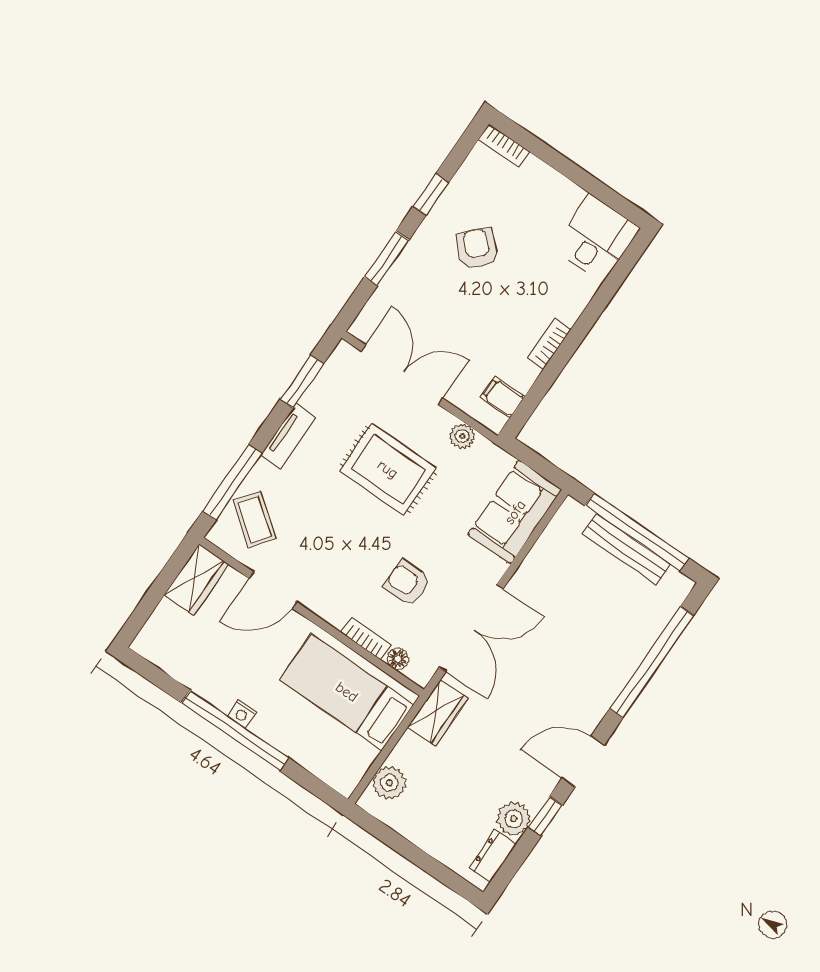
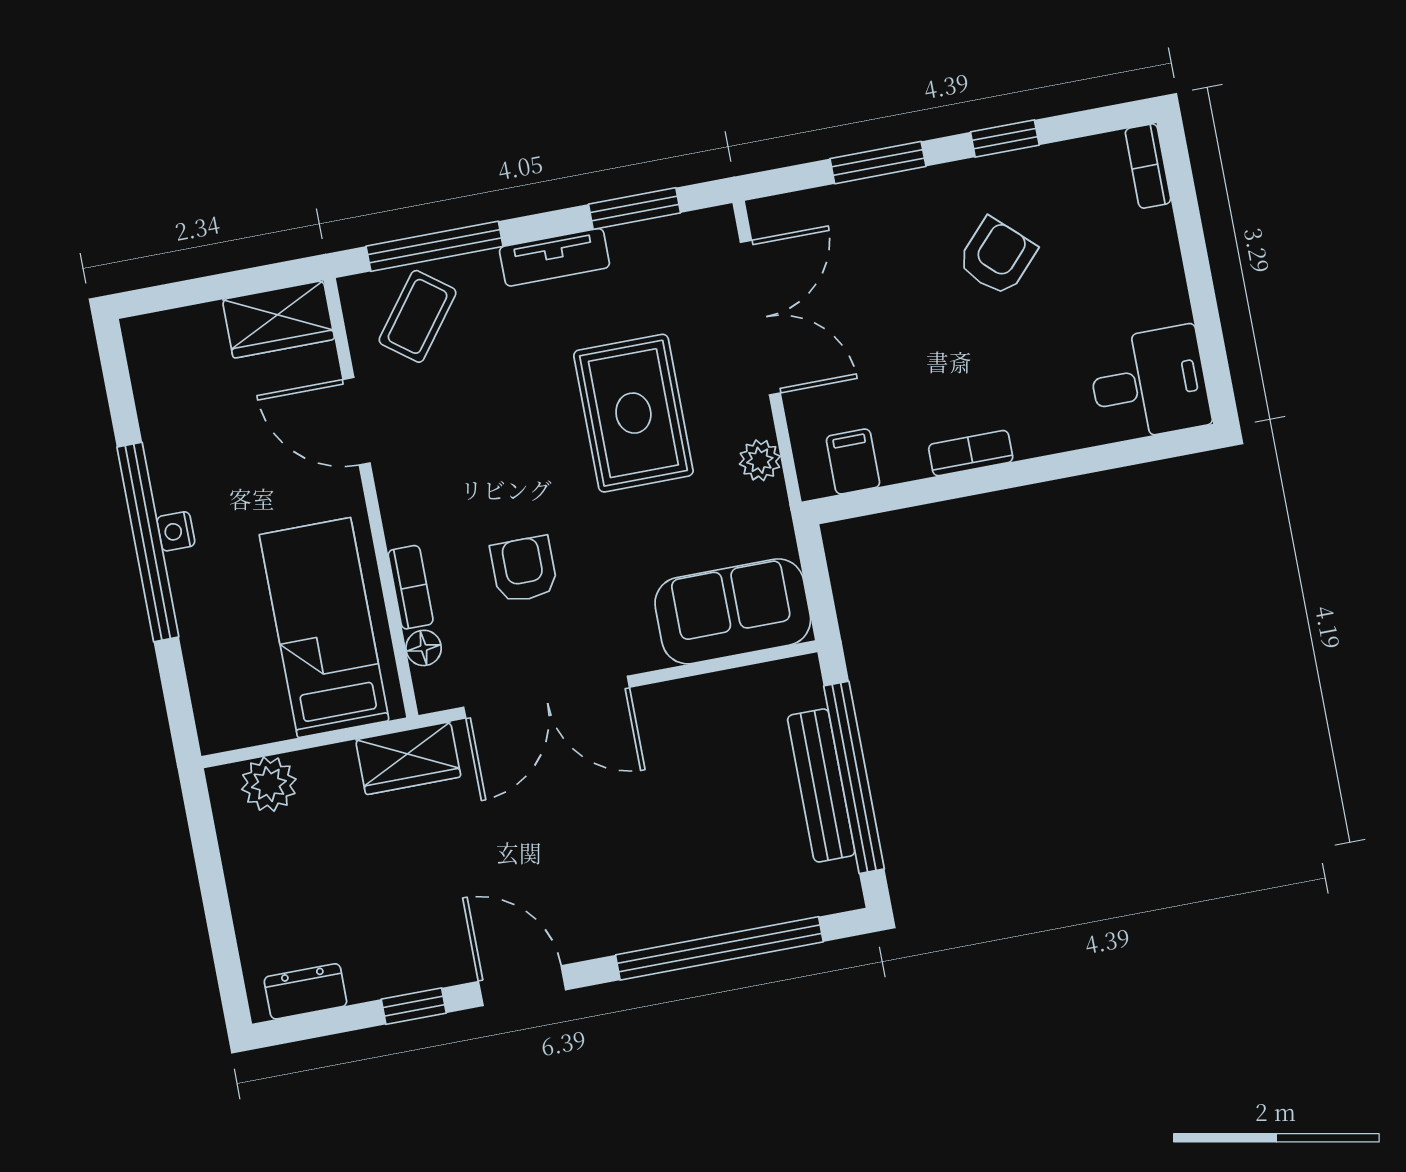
plant: (514, 819) -> (374, 972), removed

